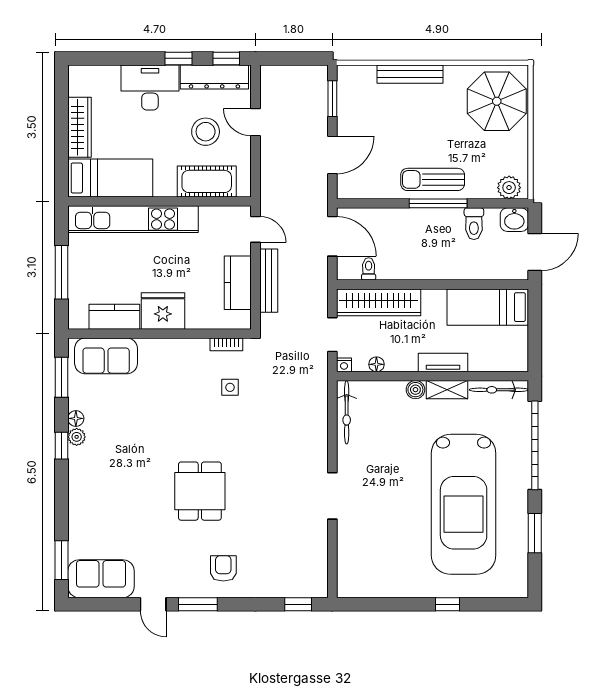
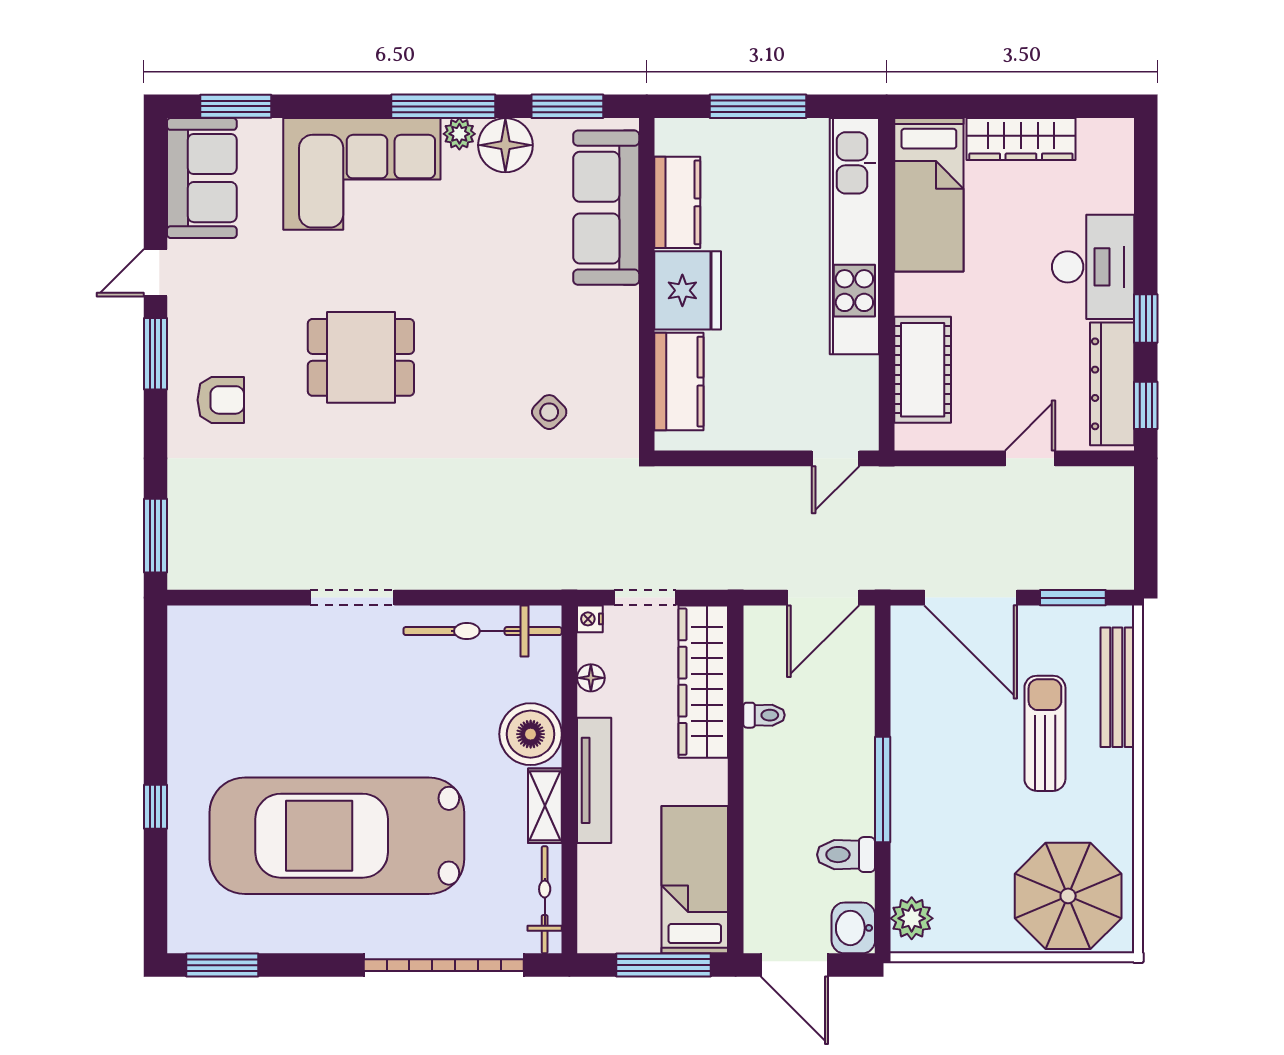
bench: (410, 74) -> (1117, 687), moved
stool: (206, 132) -> (1013, 368), removed
door: (332, 155) -> (971, 598), width x1.36
sun lounger: (433, 179) -> (1045, 733), moved
toilet: (369, 269) -> (764, 715), moved
bench: (269, 281) -> (743, 482), removed
kitchen counter: (238, 283) -> (679, 382), moved, turned 90
window: (535, 324) -> (663, 965), added
bookcase: (226, 344) -> (627, 405), removed
sofa: (106, 356) -> (606, 208), width x1.36
tv unit: (443, 363) -> (594, 780), width x1.41
side table: (230, 387) -> (549, 412), turned 45
boiler: (415, 390) -> (531, 734), width x1.86, depth x1.86
bicycle: (347, 412) -> (483, 631), width x1.37, depth x1.40
floor lamp: (76, 418) -> (505, 145), width x1.89, depth x1.89
window: (61, 446) -> (443, 106), width x2.17
corner sofa: (99, 491) -> (362, 174), added
window: (535, 533) -> (222, 965), moved
window: (298, 604) -> (155, 536), width x1.50

